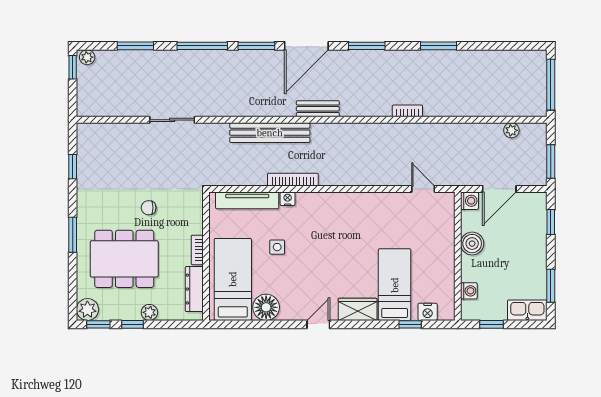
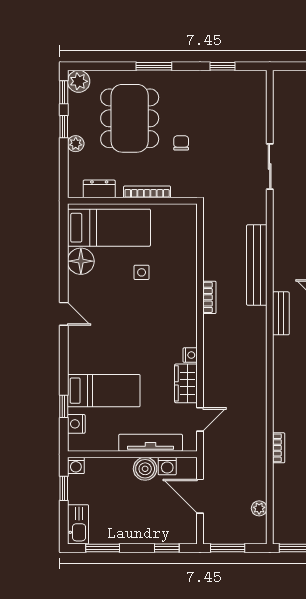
bookcase: (407, 111) -> (279, 448), moved
bookcase: (293, 180) -> (209, 297), width x0.64
nightstand: (288, 199) -> (190, 355), moved
tv unit: (247, 200) -> (151, 443), moved, turned 90
washing machine: (469, 201) -> (167, 466), moved
bookcase: (197, 250) -> (147, 192), width x1.56
dresser: (194, 289) -> (99, 189), width x0.70
washing machine: (469, 291) -> (76, 465), moved
wardrobe: (358, 309) -> (186, 383), moved, turned 180

